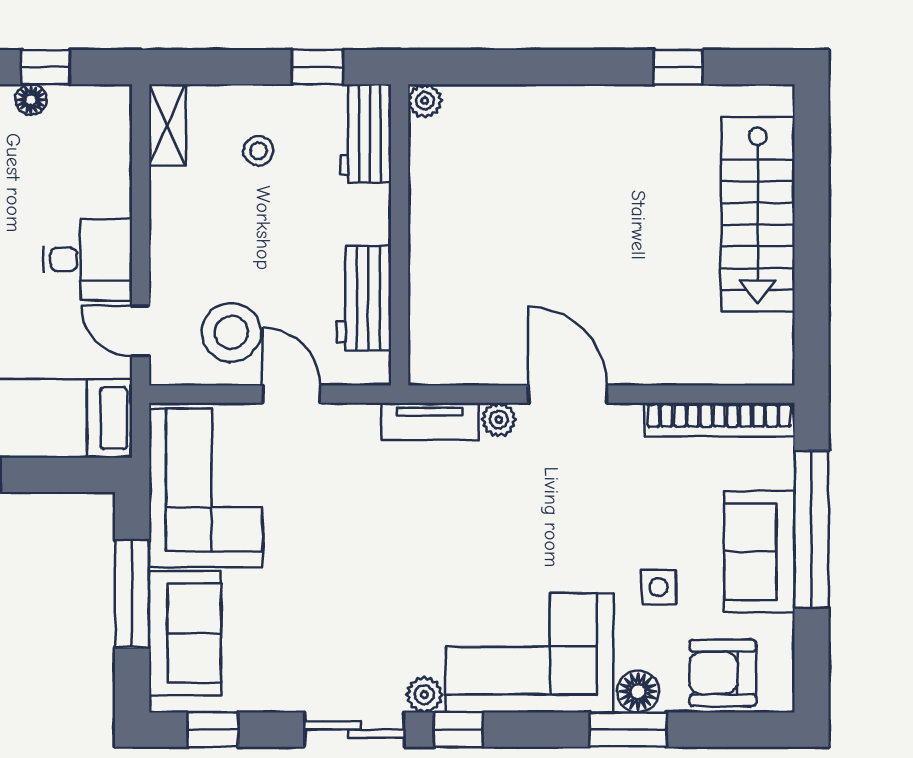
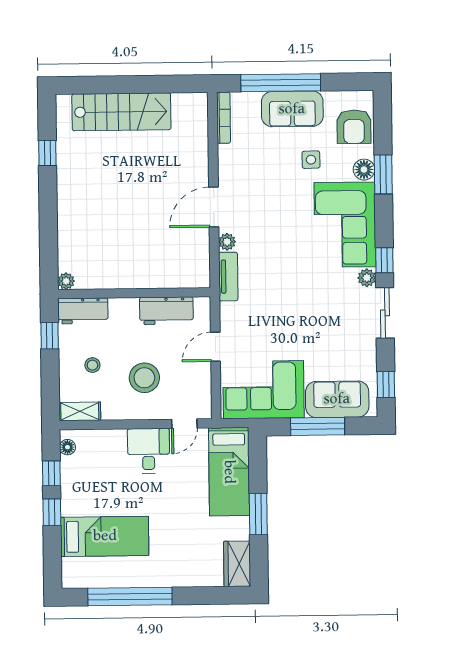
floor lamp: (31, 100) -> (67, 447), moved
stool: (231, 332) -> (144, 378), moved
bookcase: (719, 420) -> (224, 118), width x0.68, depth x0.76

